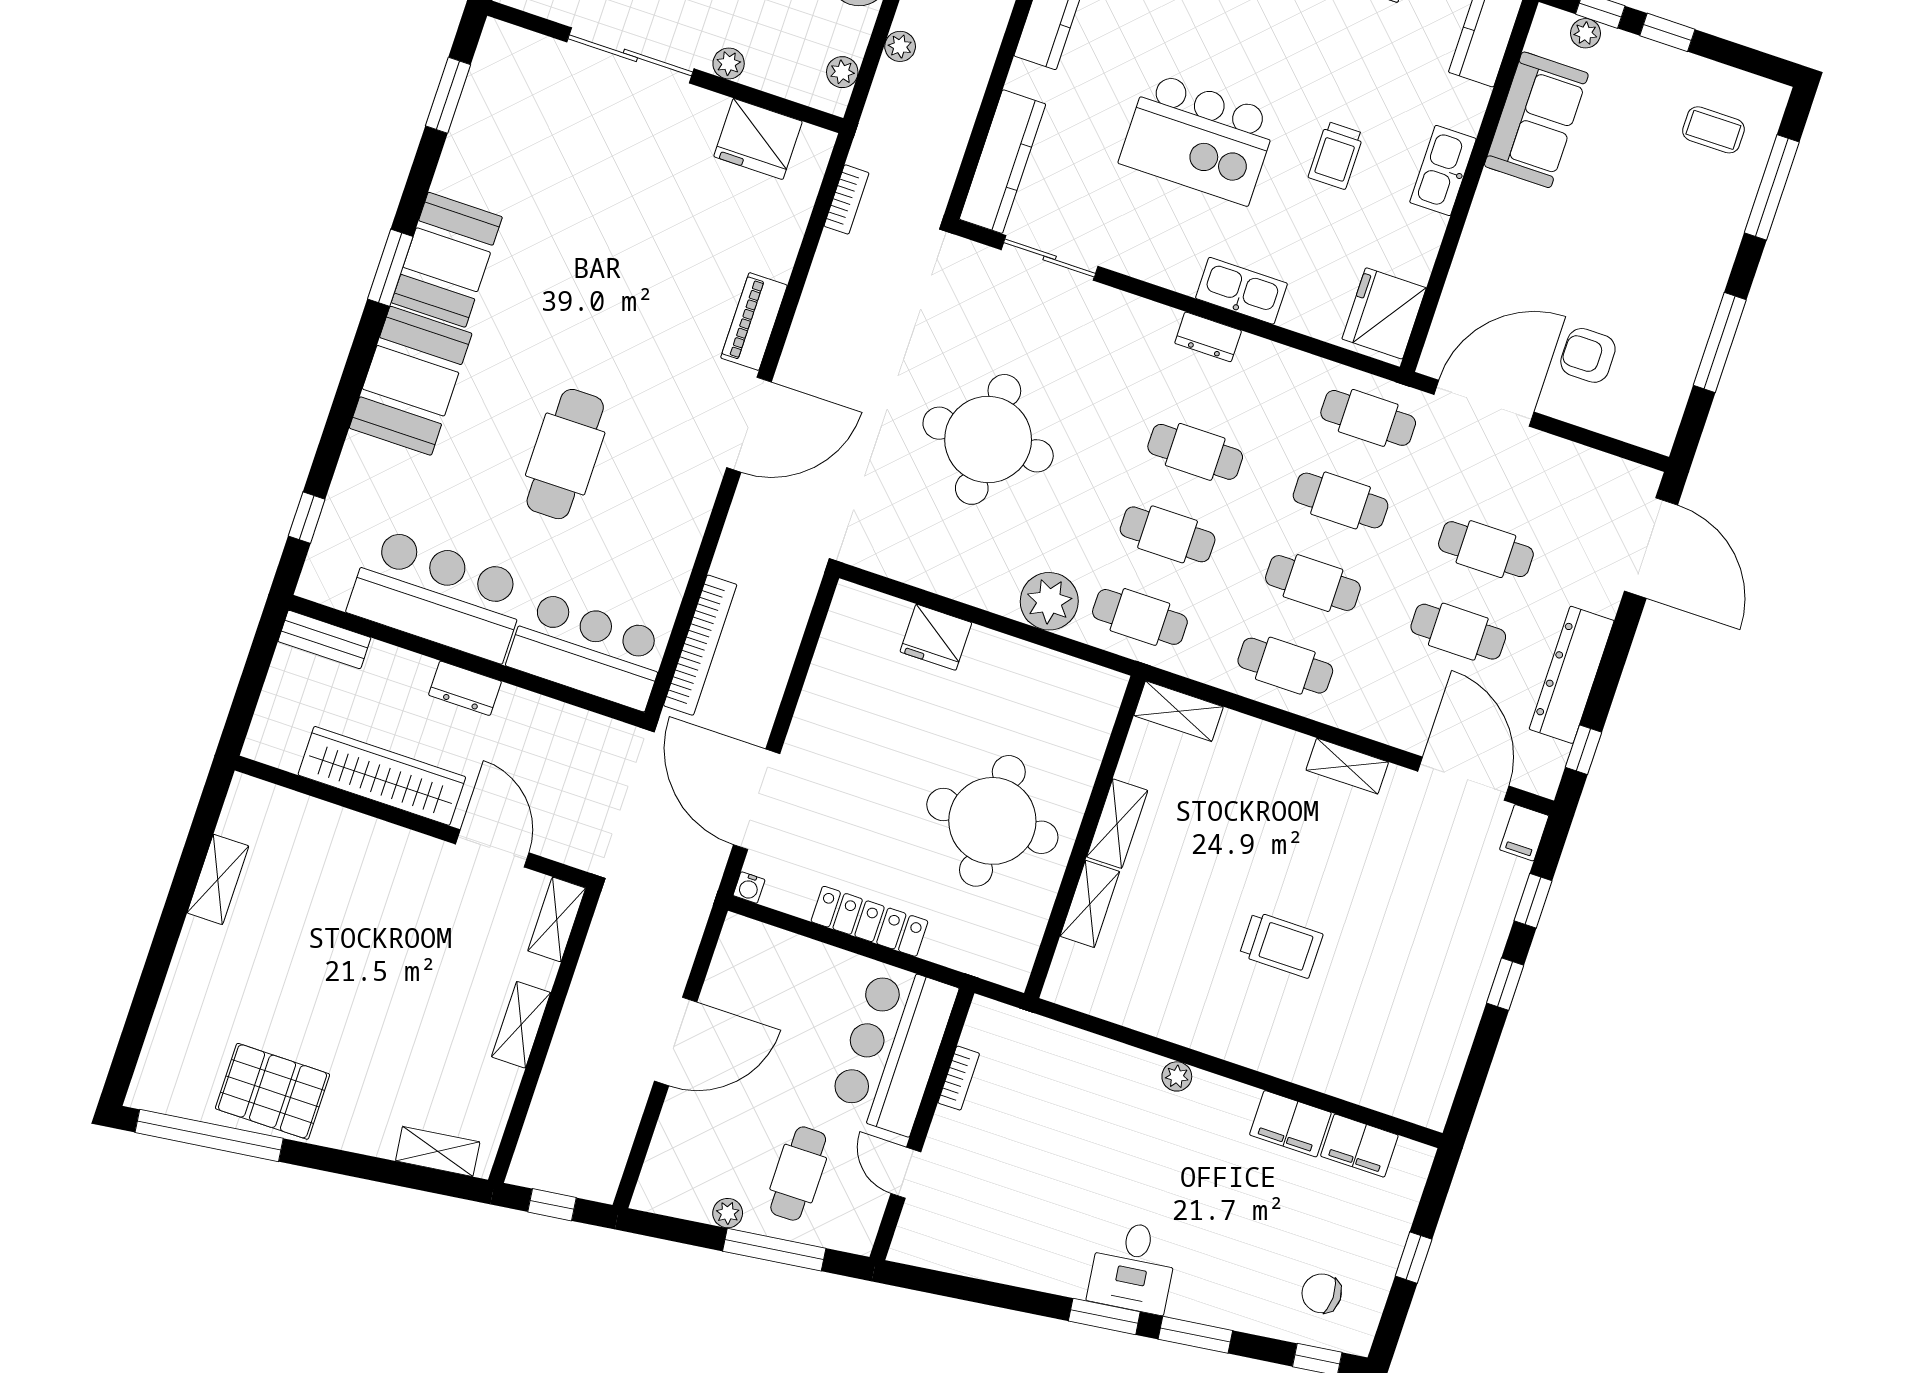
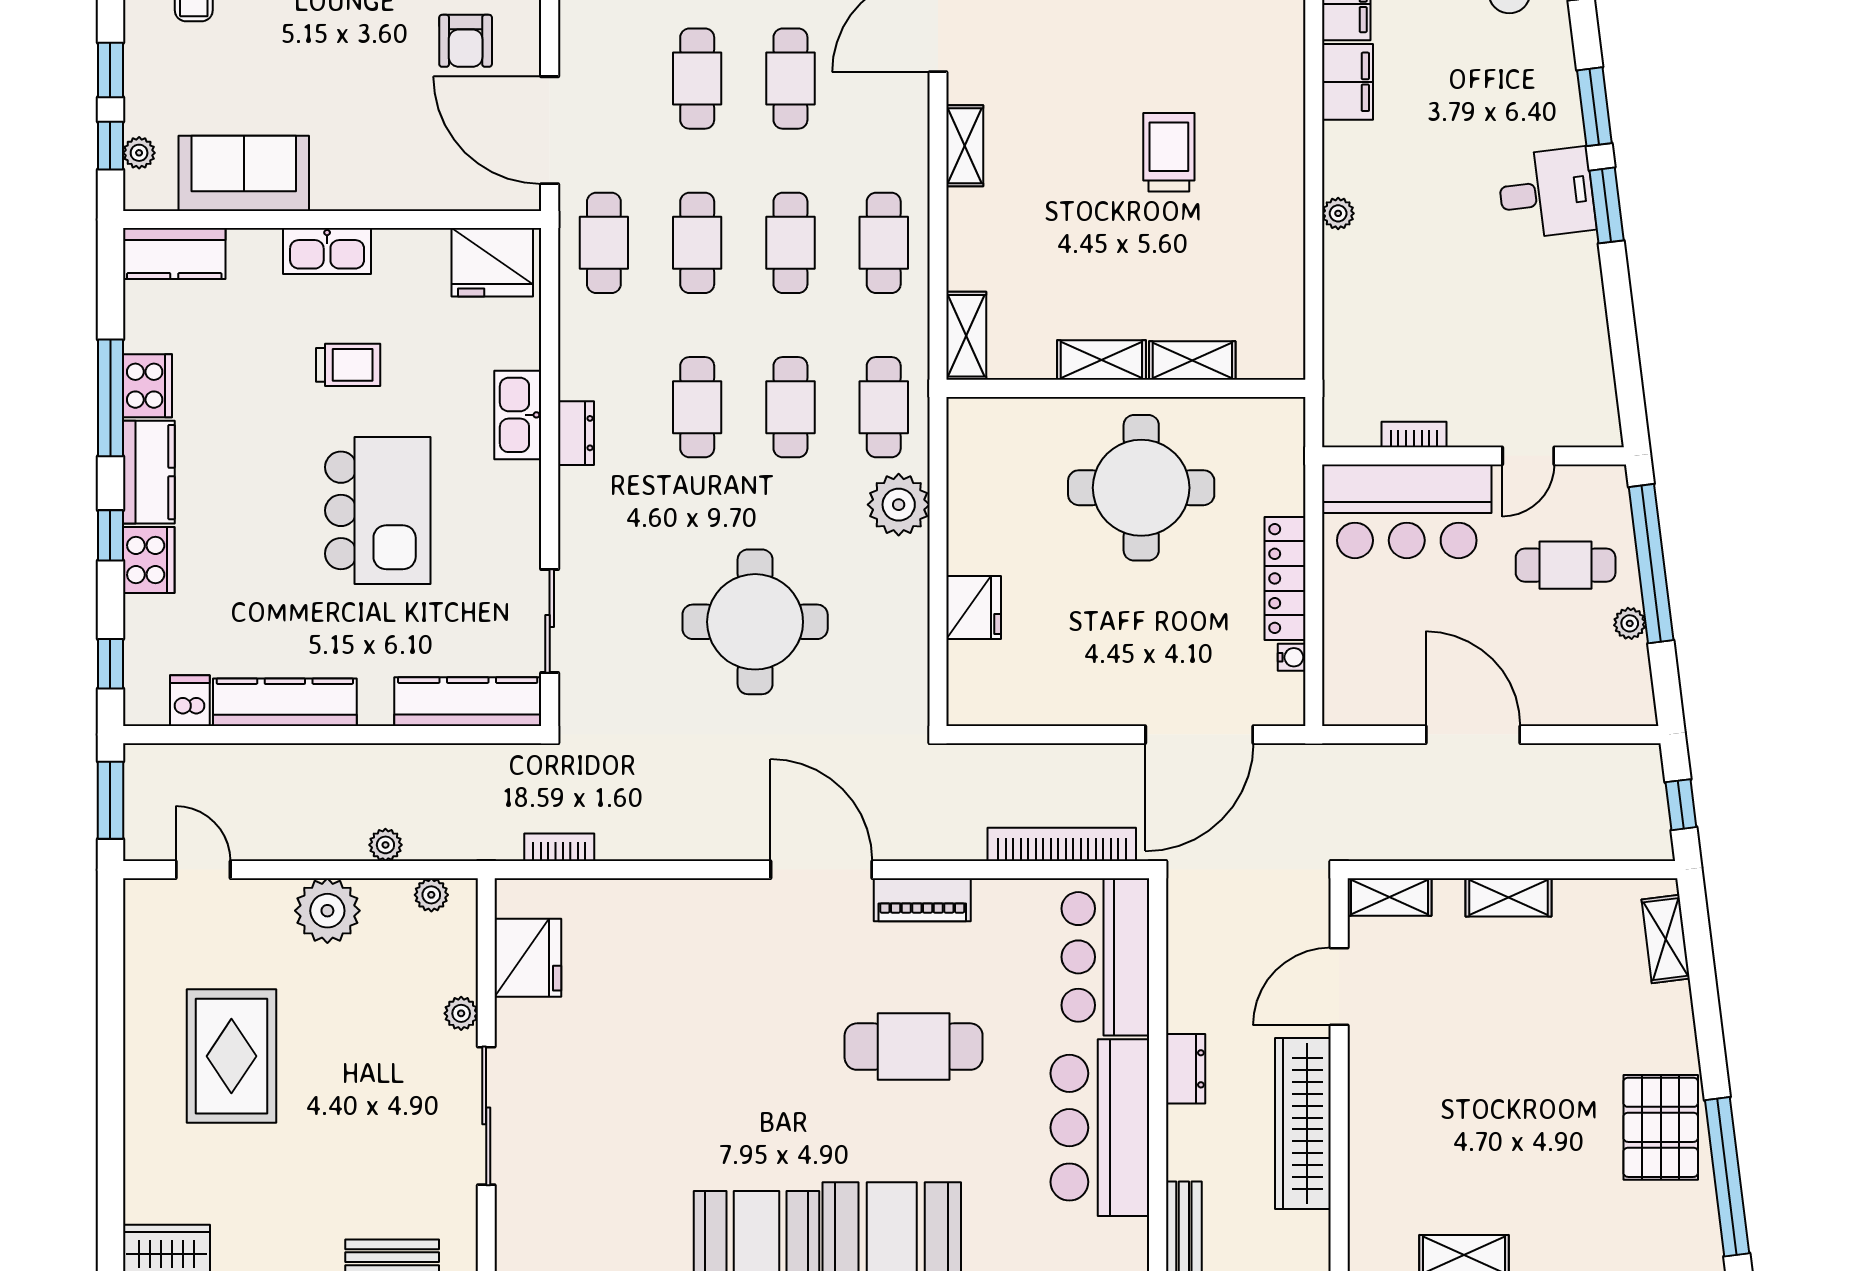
piano: (754, 322) -> (922, 900), moved
water cooler: (749, 888) -> (1292, 657), moved
window: (774, 1250) -> (1651, 564), width x1.46

